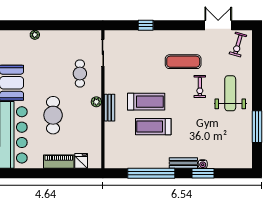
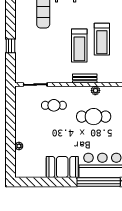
plant: (96, 102) -> (95, 90), moved
treadmill: (146, 102) -> (79, 45), turned 180
cafe table: (53, 115) -> (94, 117), moved

